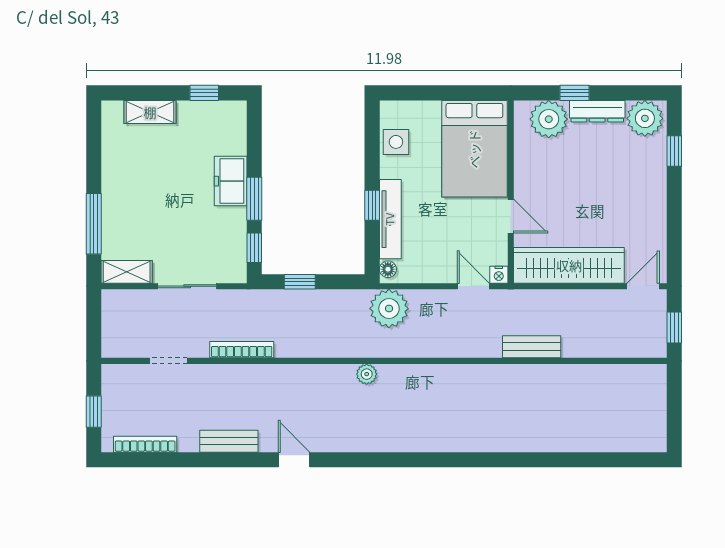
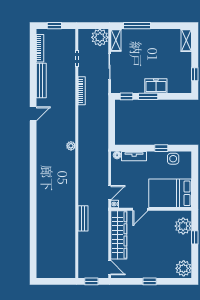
dresser: (597, 111) -> (187, 247), removed
shelving: (150, 112) -> (186, 40), moved
window: (674, 151) -> (150, 281), moved
window: (372, 205) -> (161, 148), moved
tv unit: (390, 219) -> (134, 156), width x0.71
window: (300, 282) -> (112, 116), removed
plant: (389, 309) -> (100, 37), moved
bench: (229, 441) -> (41, 80), width x1.36

